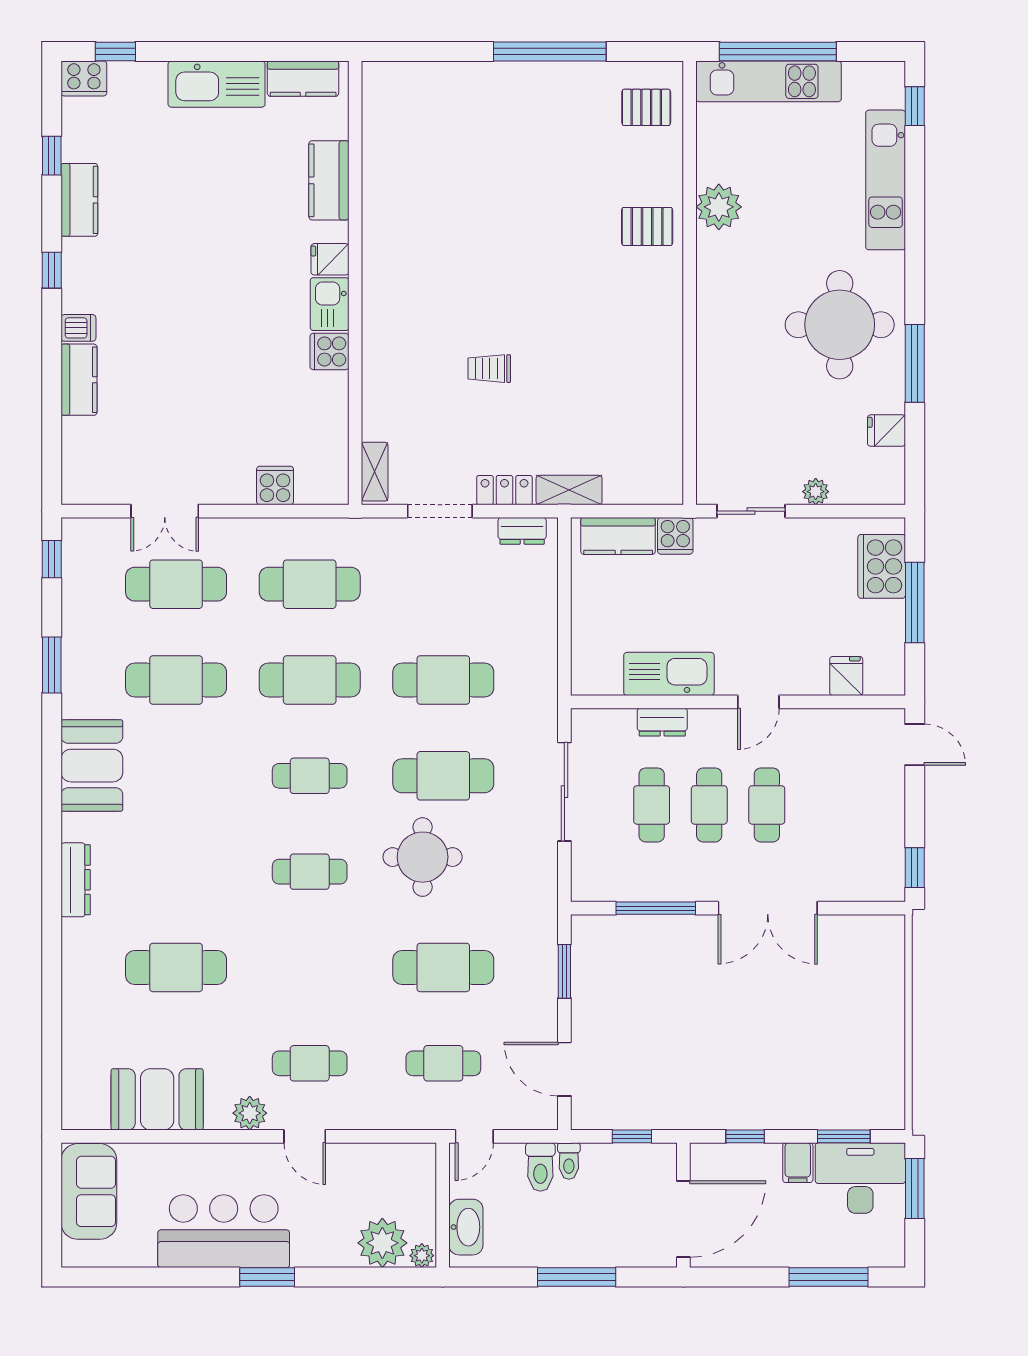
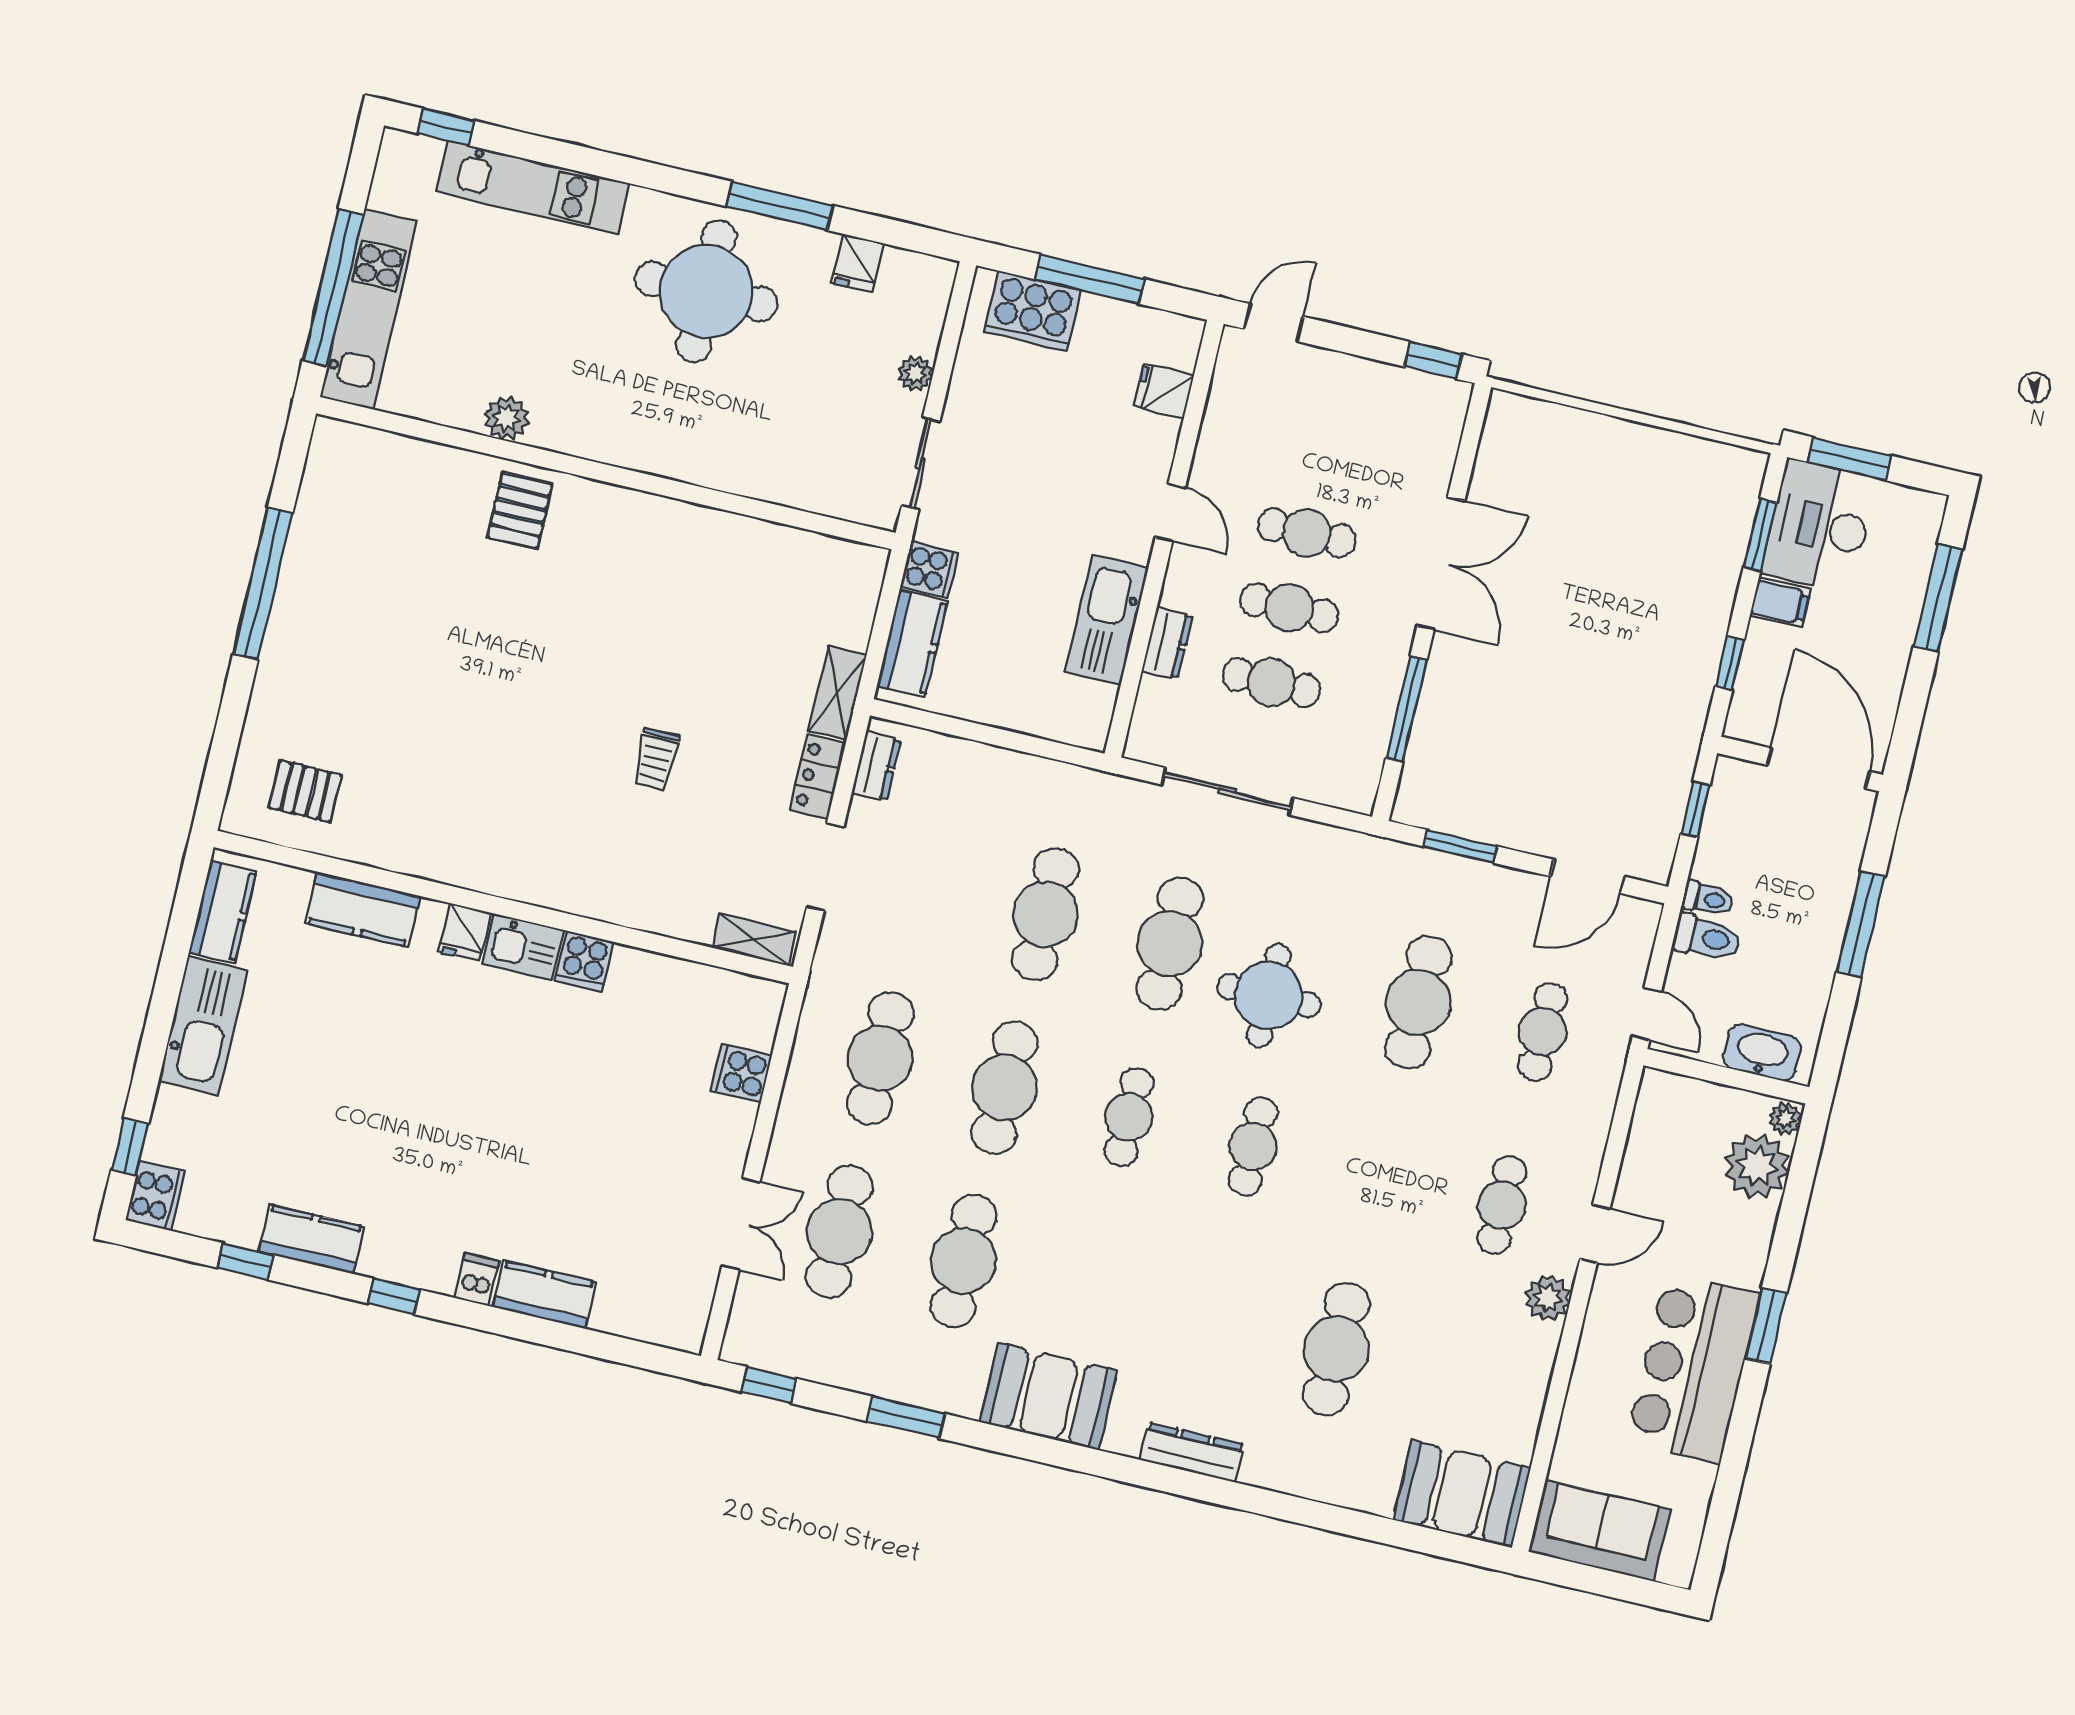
pallet: (646, 107) -> (305, 791), moved, turned 90
plant: (719, 207) -> (507, 418), width x0.73, depth x0.73
booth: (157, 1099) -> (1462, 1494), moved, turned 90

